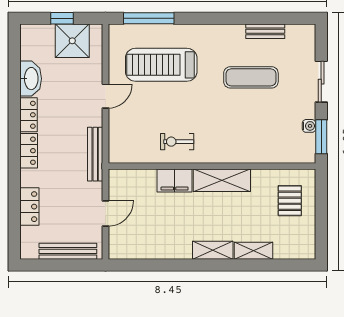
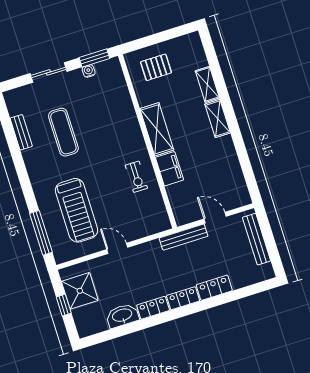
bench: (95, 154) -> (184, 237), moved
locker: (29, 207) -> (214, 288), moved

